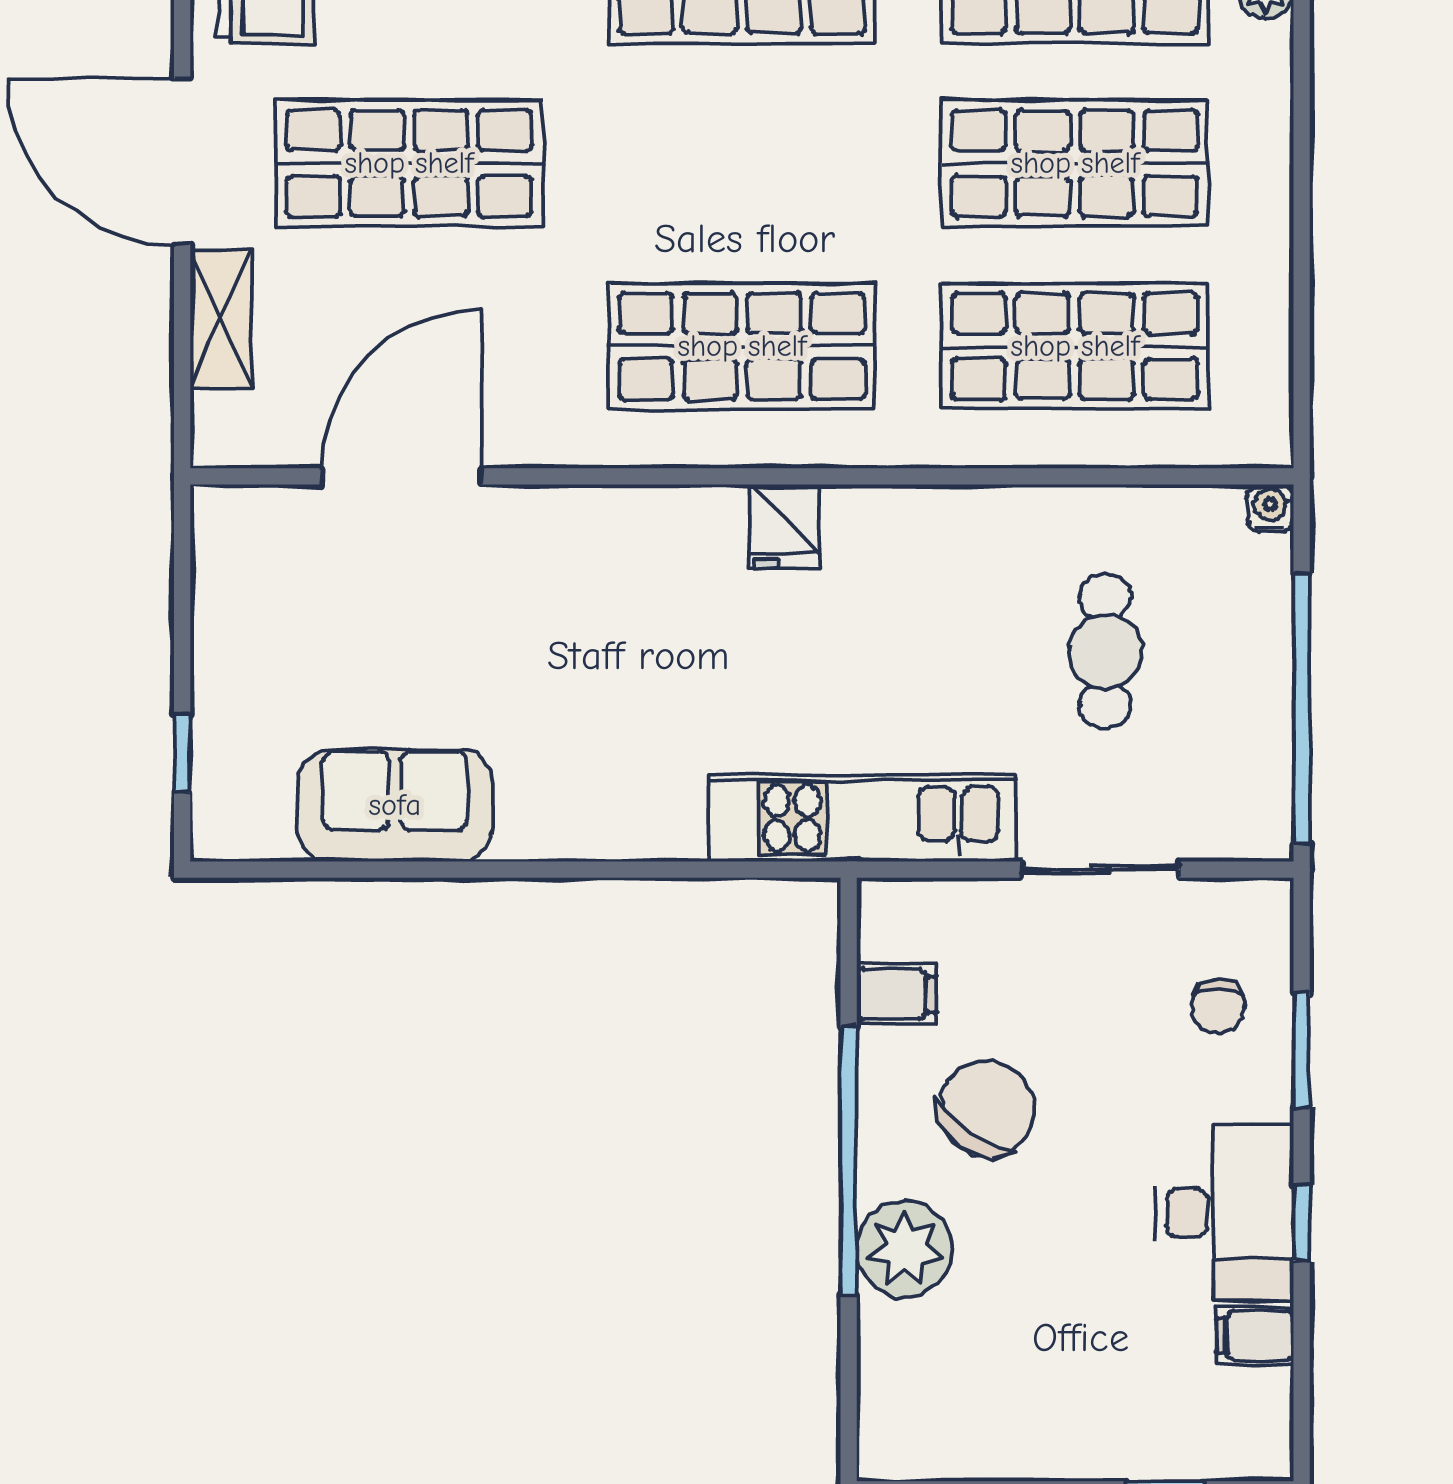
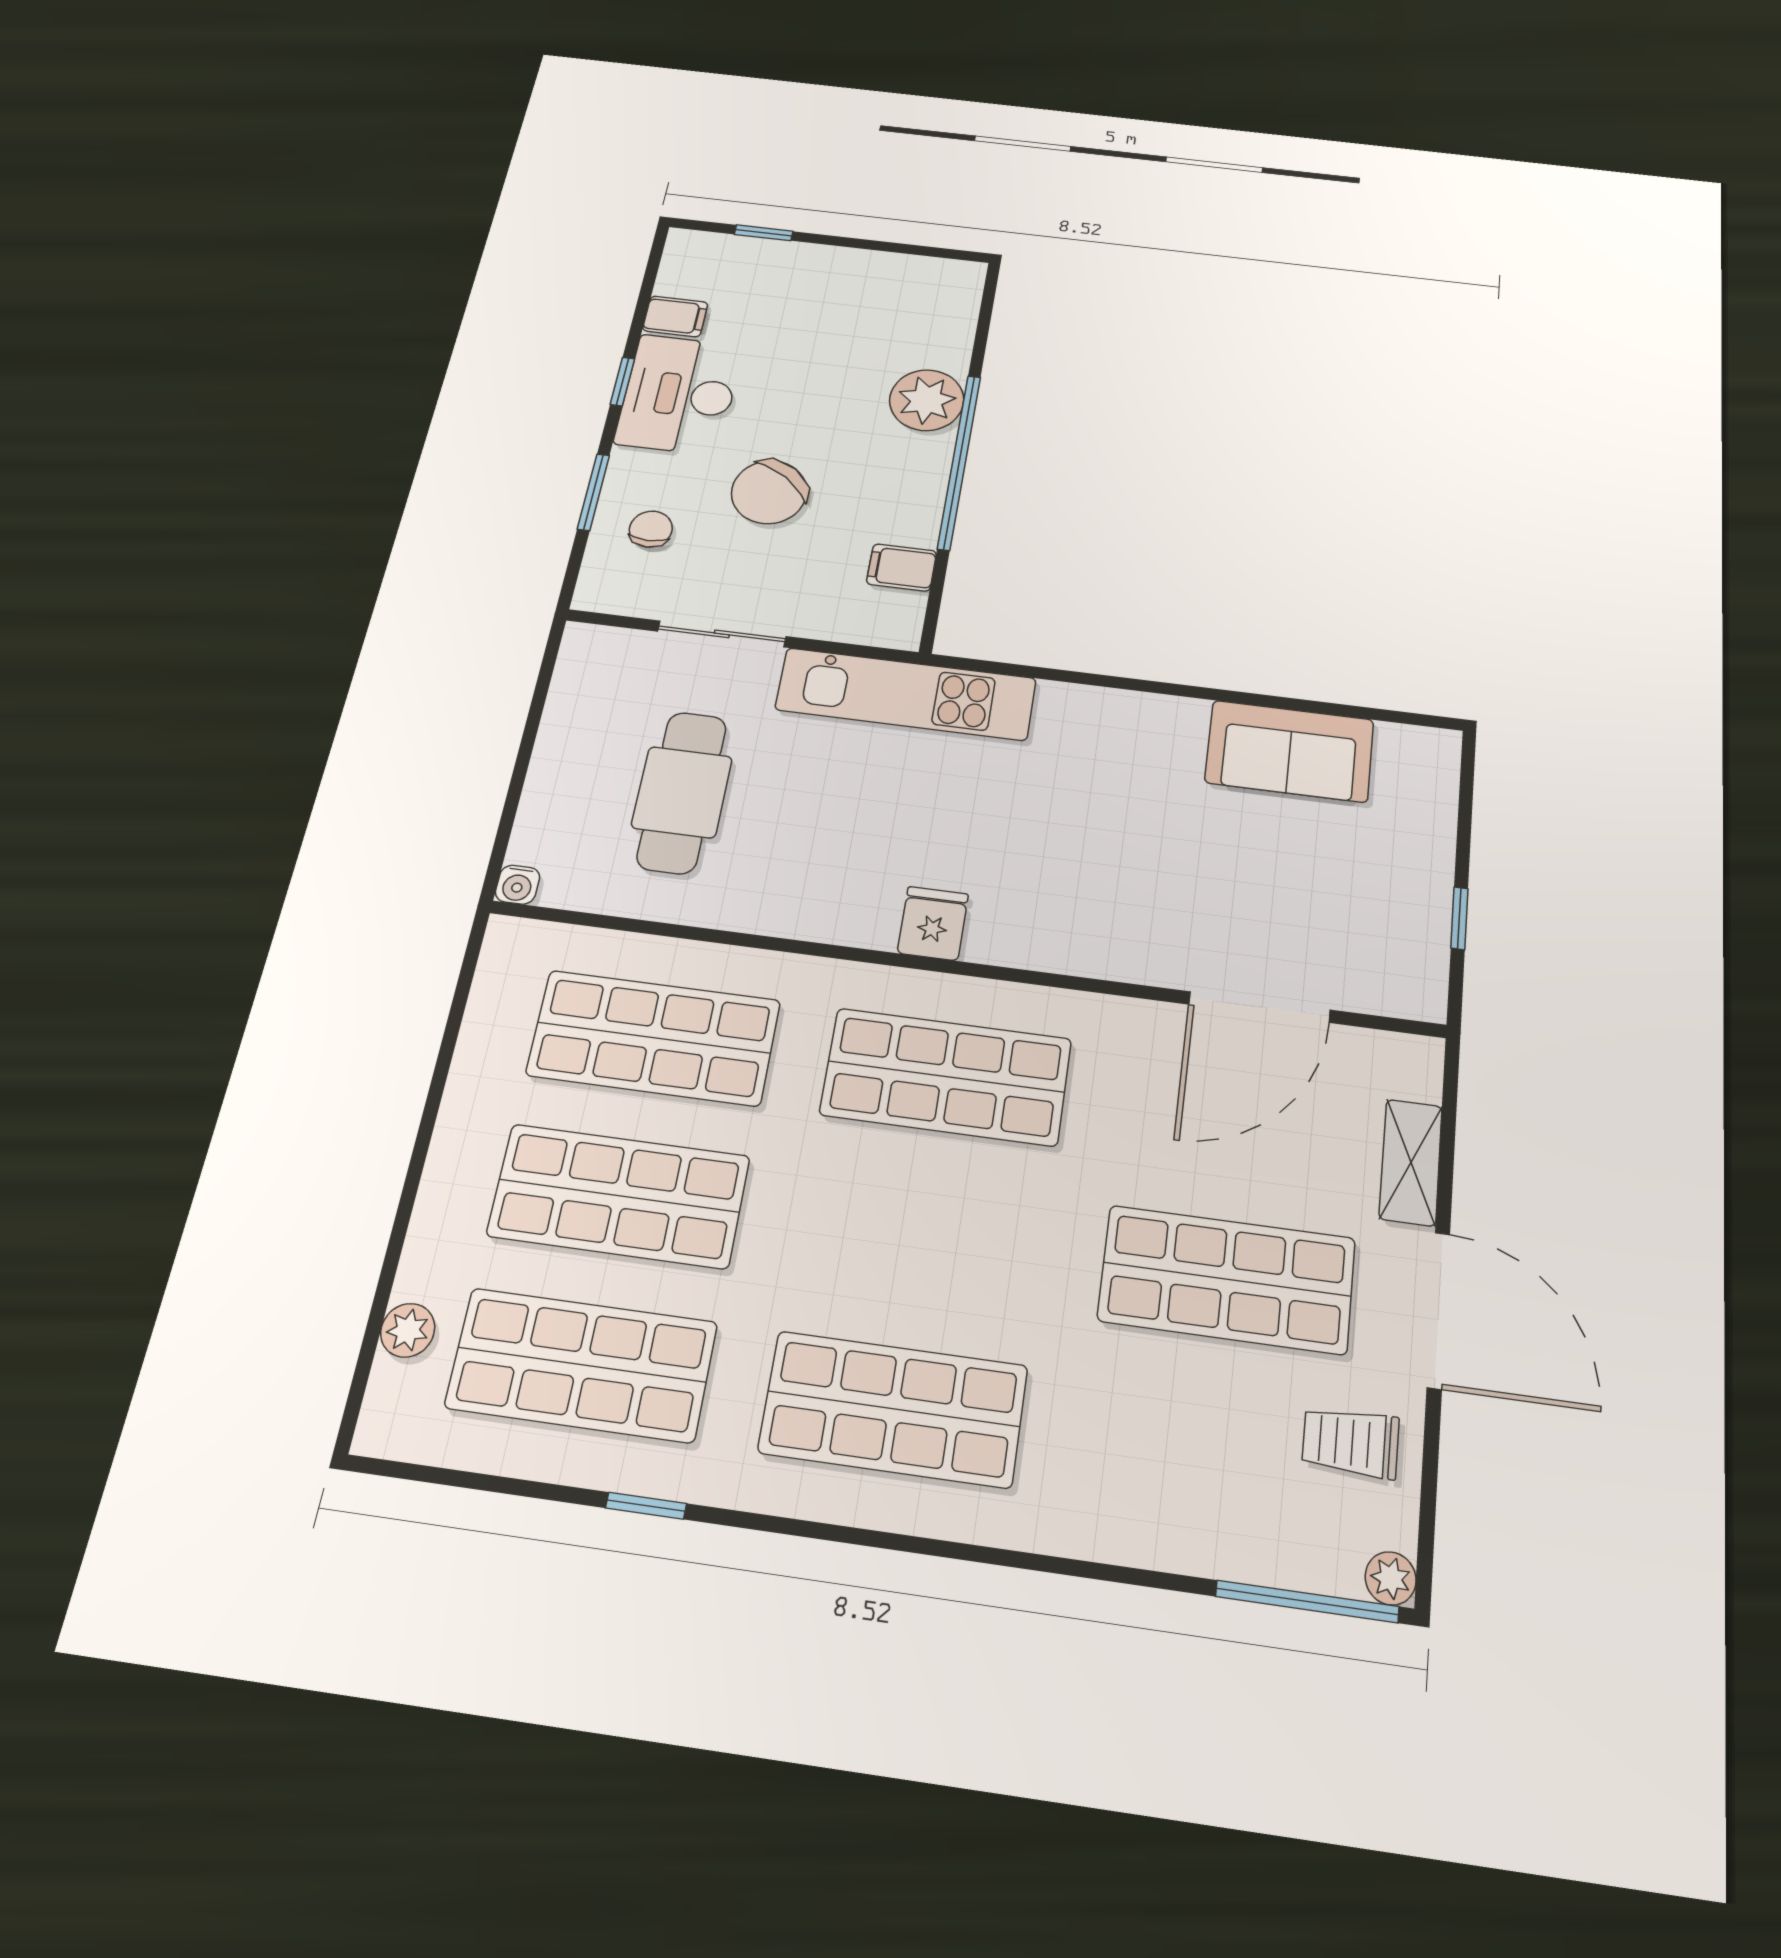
cafe table: (1105, 651) -> (682, 792), width x1.37, depth x1.35
window: (1302, 708) -> (531, 729), removed
window: (182, 753) -> (1459, 918), moved
chair: (987, 1108) -> (769, 492), moved

